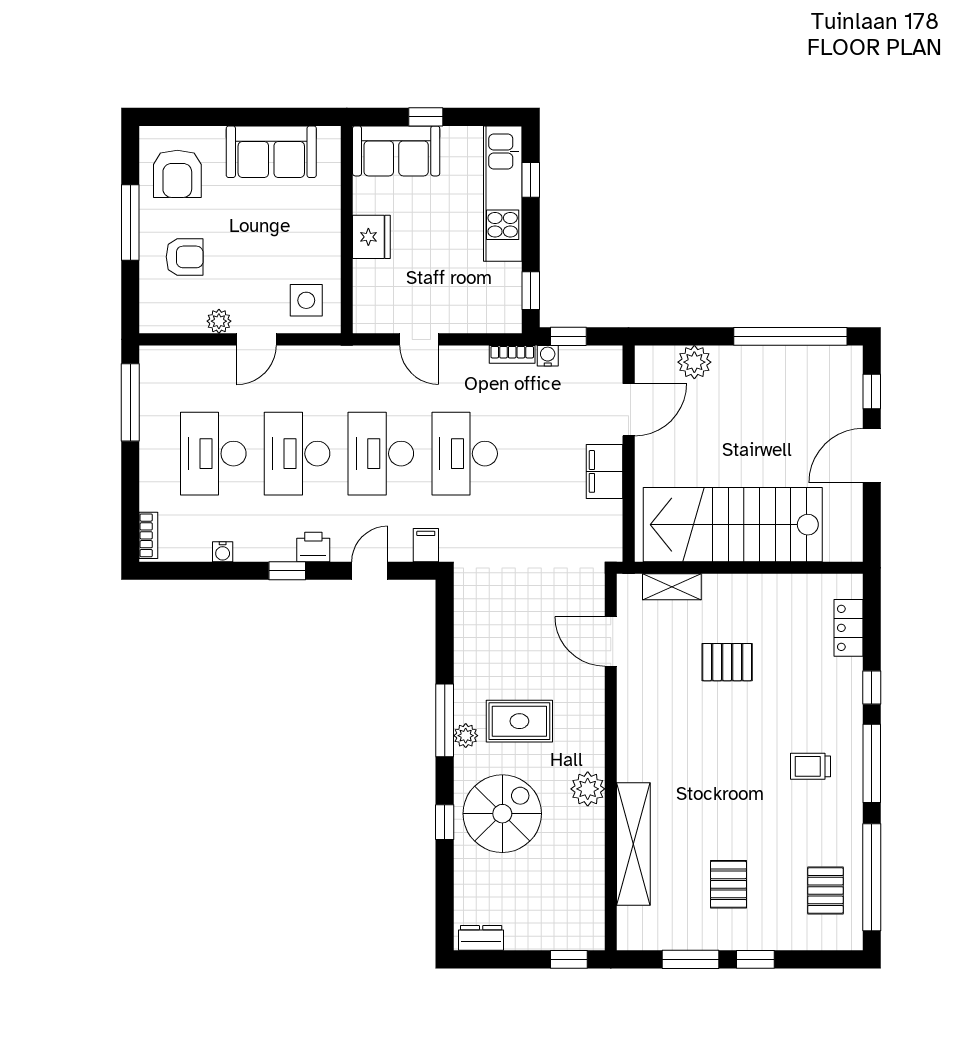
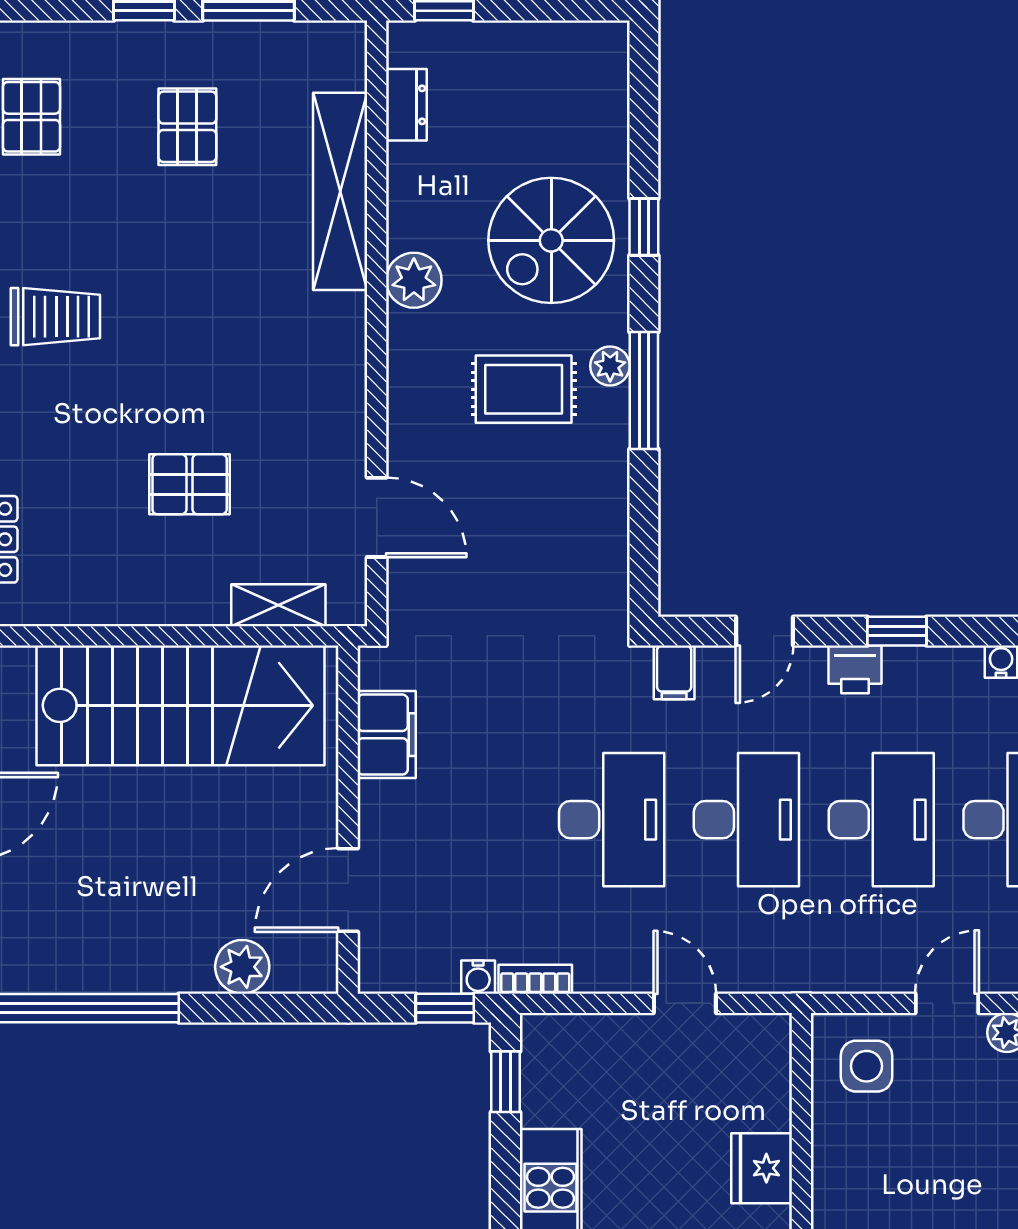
filing cabinet: (605, 471) -> (387, 735), moved
trolley: (810, 766) -> (55, 317), width x1.36, depth x1.39
dresser: (481, 938) -> (406, 105), moved, turned -90

